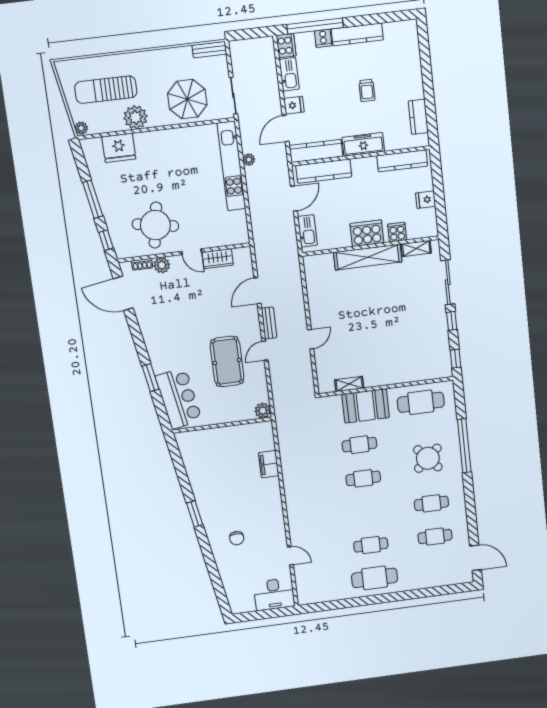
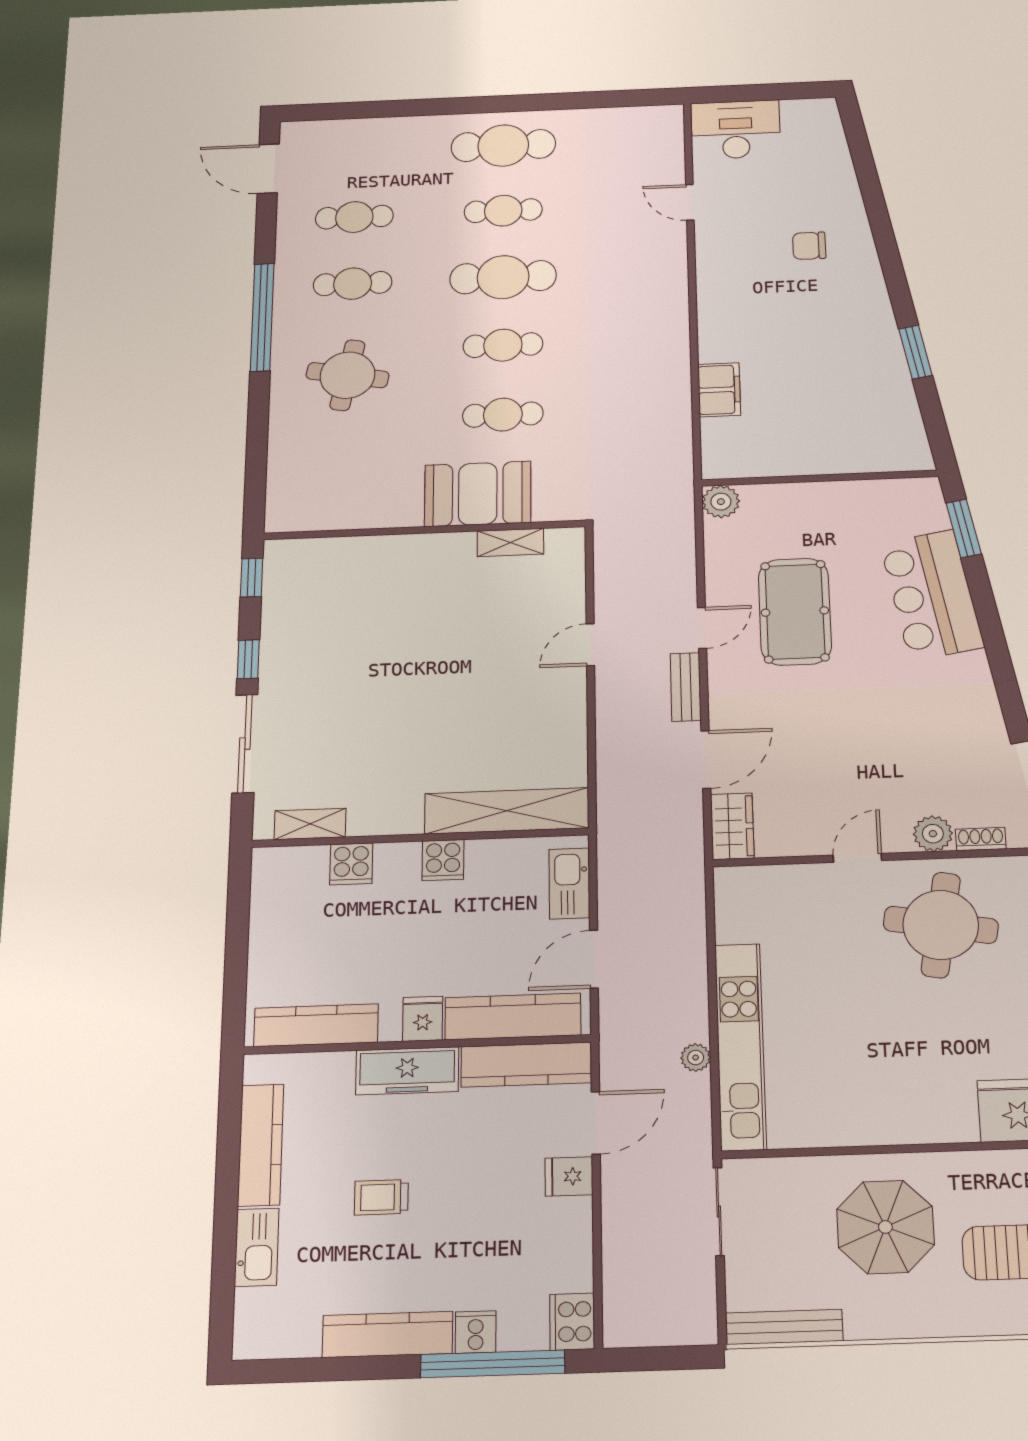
bench: (209, 50) -> (784, 1327), width x1.36
kitchen sink: (289, 74) -> (257, 1247), moved, turned 180
trolley: (367, 90) -> (381, 1197), turned -90
parasol: (187, 99) -> (885, 1227), moved
plant: (135, 117) -> (970, 1179), removed
kitchen counter: (418, 117) -> (261, 1145), width x1.50
fridge: (426, 200) -> (423, 1019), moved, turned -90
cooker: (367, 233) -> (443, 860), width x0.53, depth x0.76
door: (192, 252) -> (857, 858), hinge flipped
shelving: (368, 257) -> (507, 811), moved
wardrobe: (218, 259) -> (732, 826), moved, turned 90
window: (151, 378) -> (964, 528), moved
bar counter: (179, 398) -> (932, 595), moved
cafe table: (421, 402) -> (503, 277), moved
window: (464, 446) -> (262, 317), moved
round table: (428, 458) -> (347, 375), turned -37
window: (195, 514) -> (915, 352), moved
chair: (237, 538) -> (809, 246), turned -90

